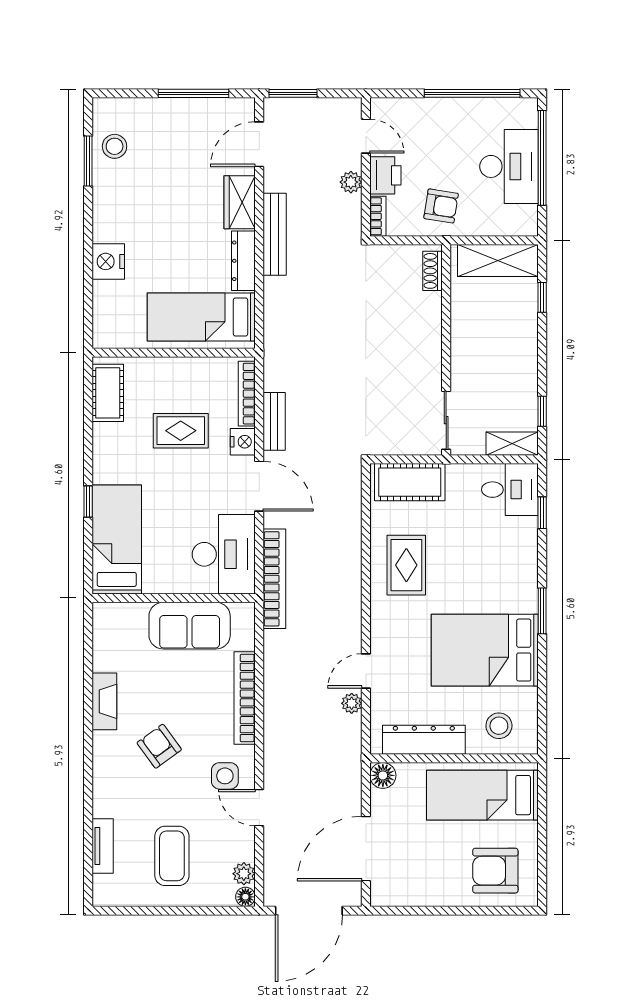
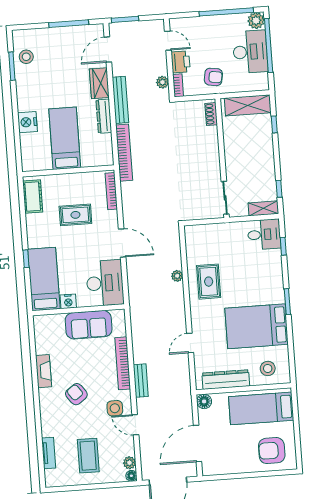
plant: (523, 112) -> (256, 21), added
plant: (351, 182) -> (162, 82), moved
bed: (201, 317) -> (65, 138), moved, turned 90
bench: (274, 421) -> (141, 381), moved
nightstand: (243, 442) -> (68, 301), moved, turned 90
cot: (410, 482) -> (207, 234), removed
bookcase: (274, 579) -> (124, 153), moved
plant: (352, 703) -> (177, 276), moved

